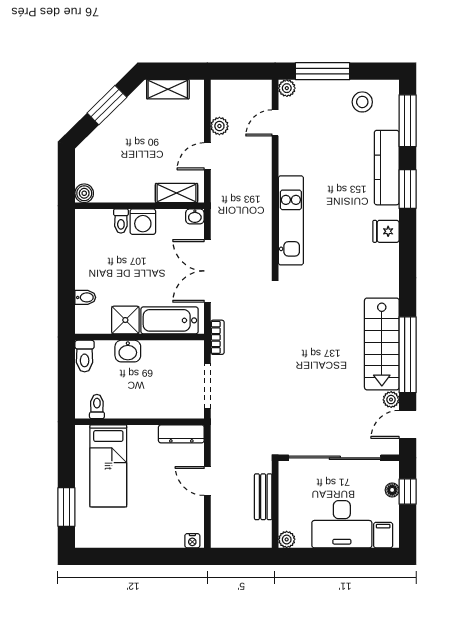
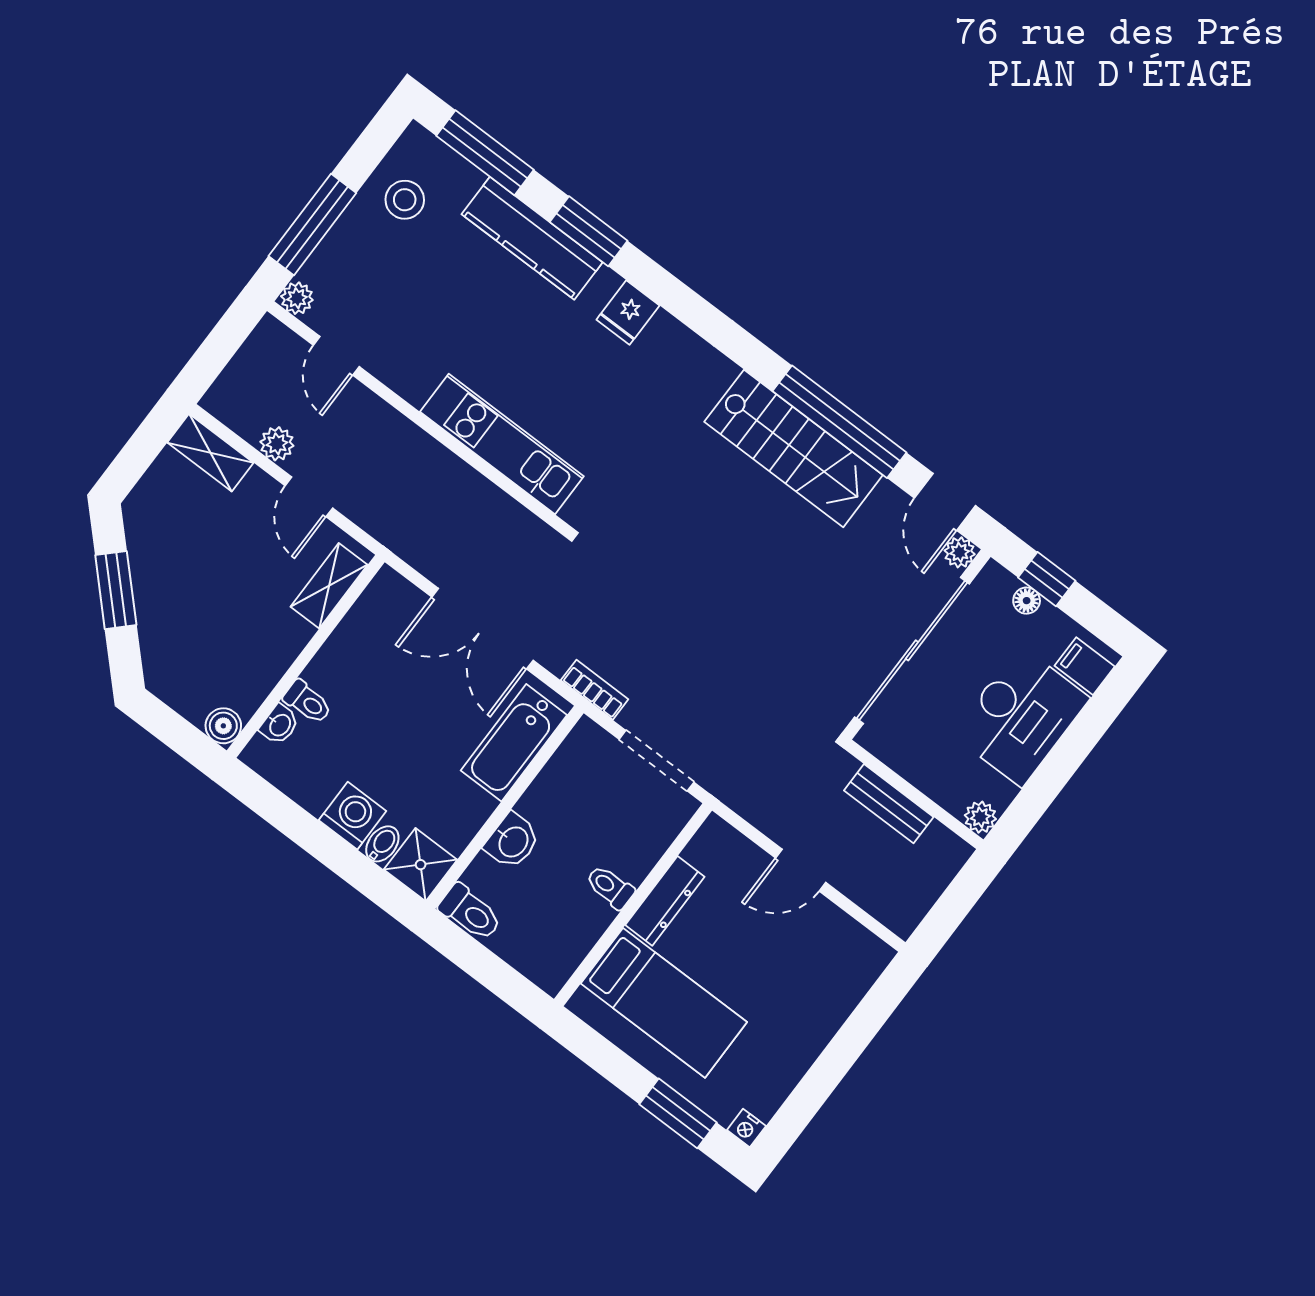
shelving: (168, 89) -> (210, 453), moved, turned 90
washbasin: (195, 216) -> (279, 725), moved
washing machine: (143, 222) -> (353, 816), moved, turned -90
shower: (125, 320) -> (421, 865), moved
plant: (391, 400) -> (960, 552), moved
toilet: (97, 406) -> (610, 887), moved
dresser: (181, 434) -> (665, 901), moved
nightstand: (192, 541) -> (746, 1128), moved, turned 90

